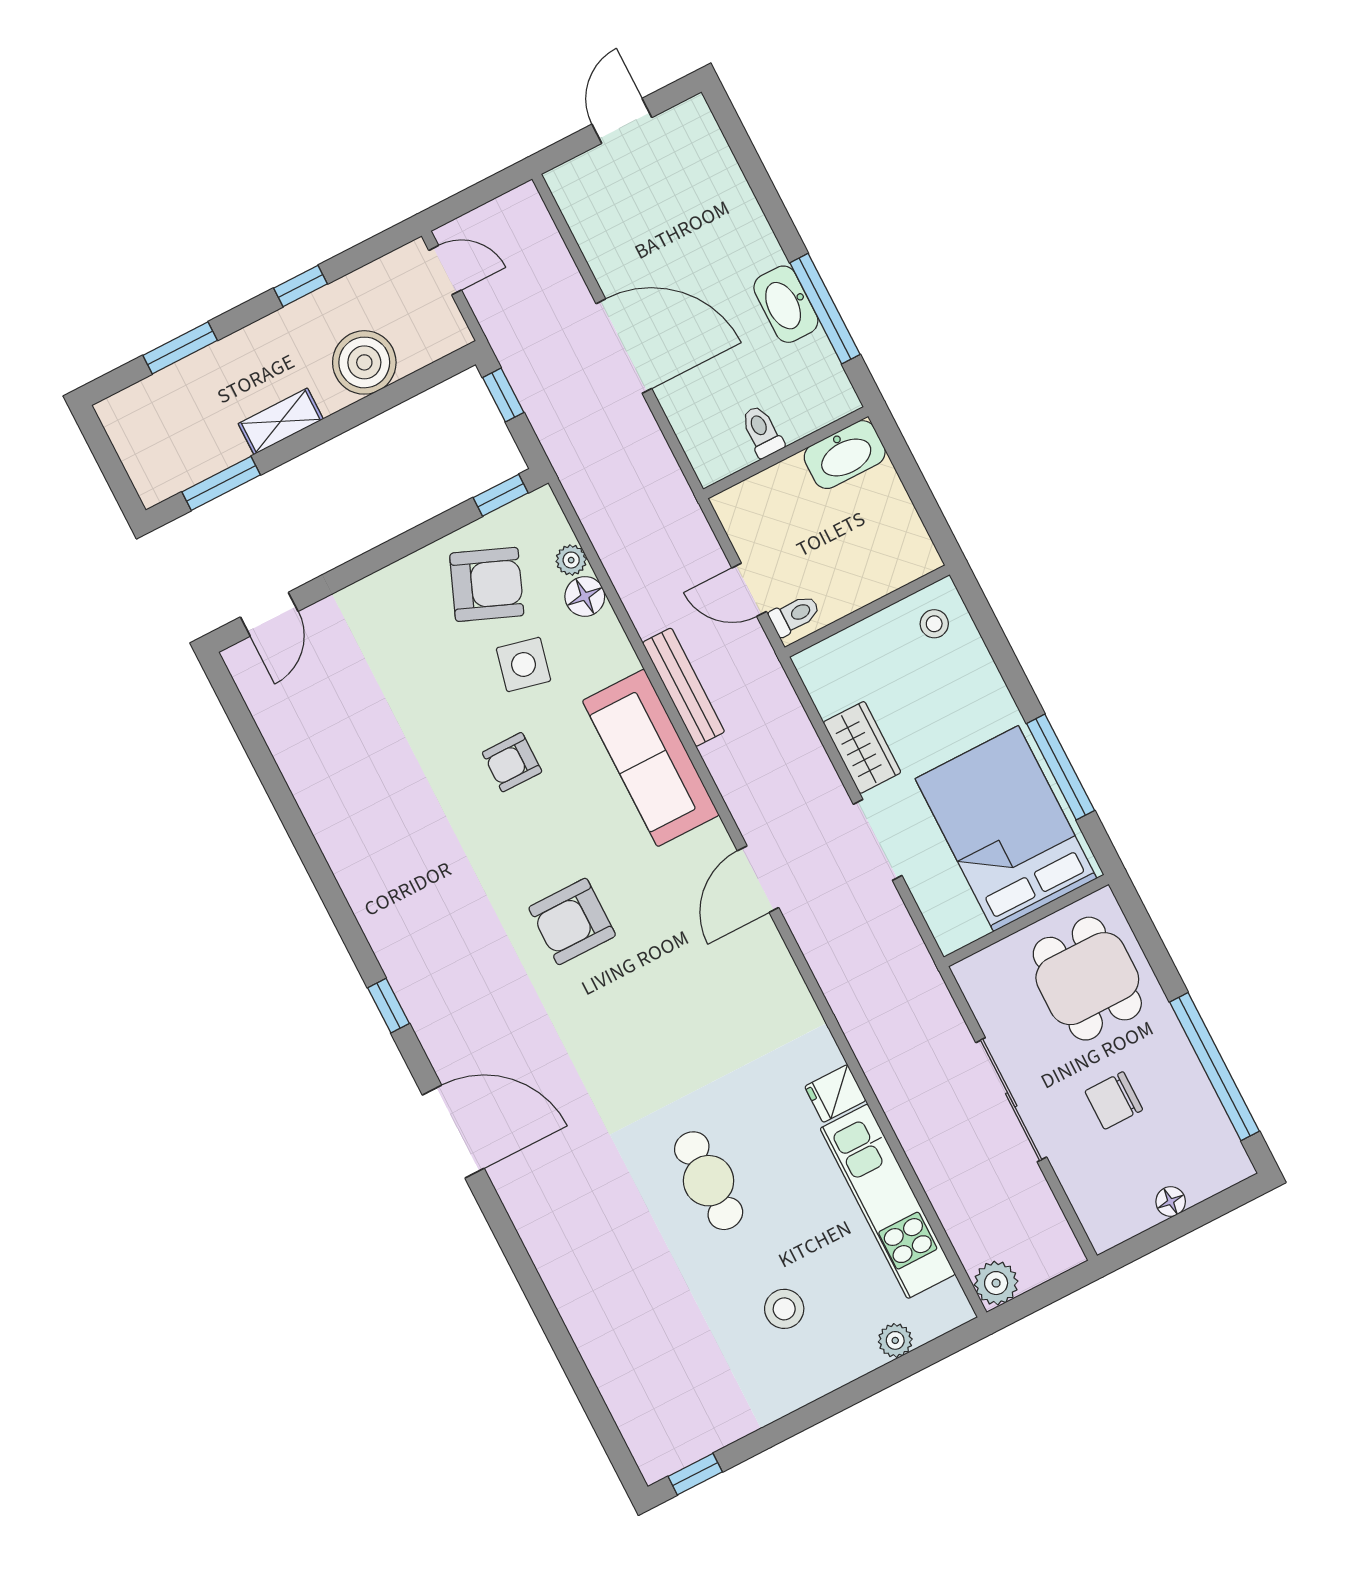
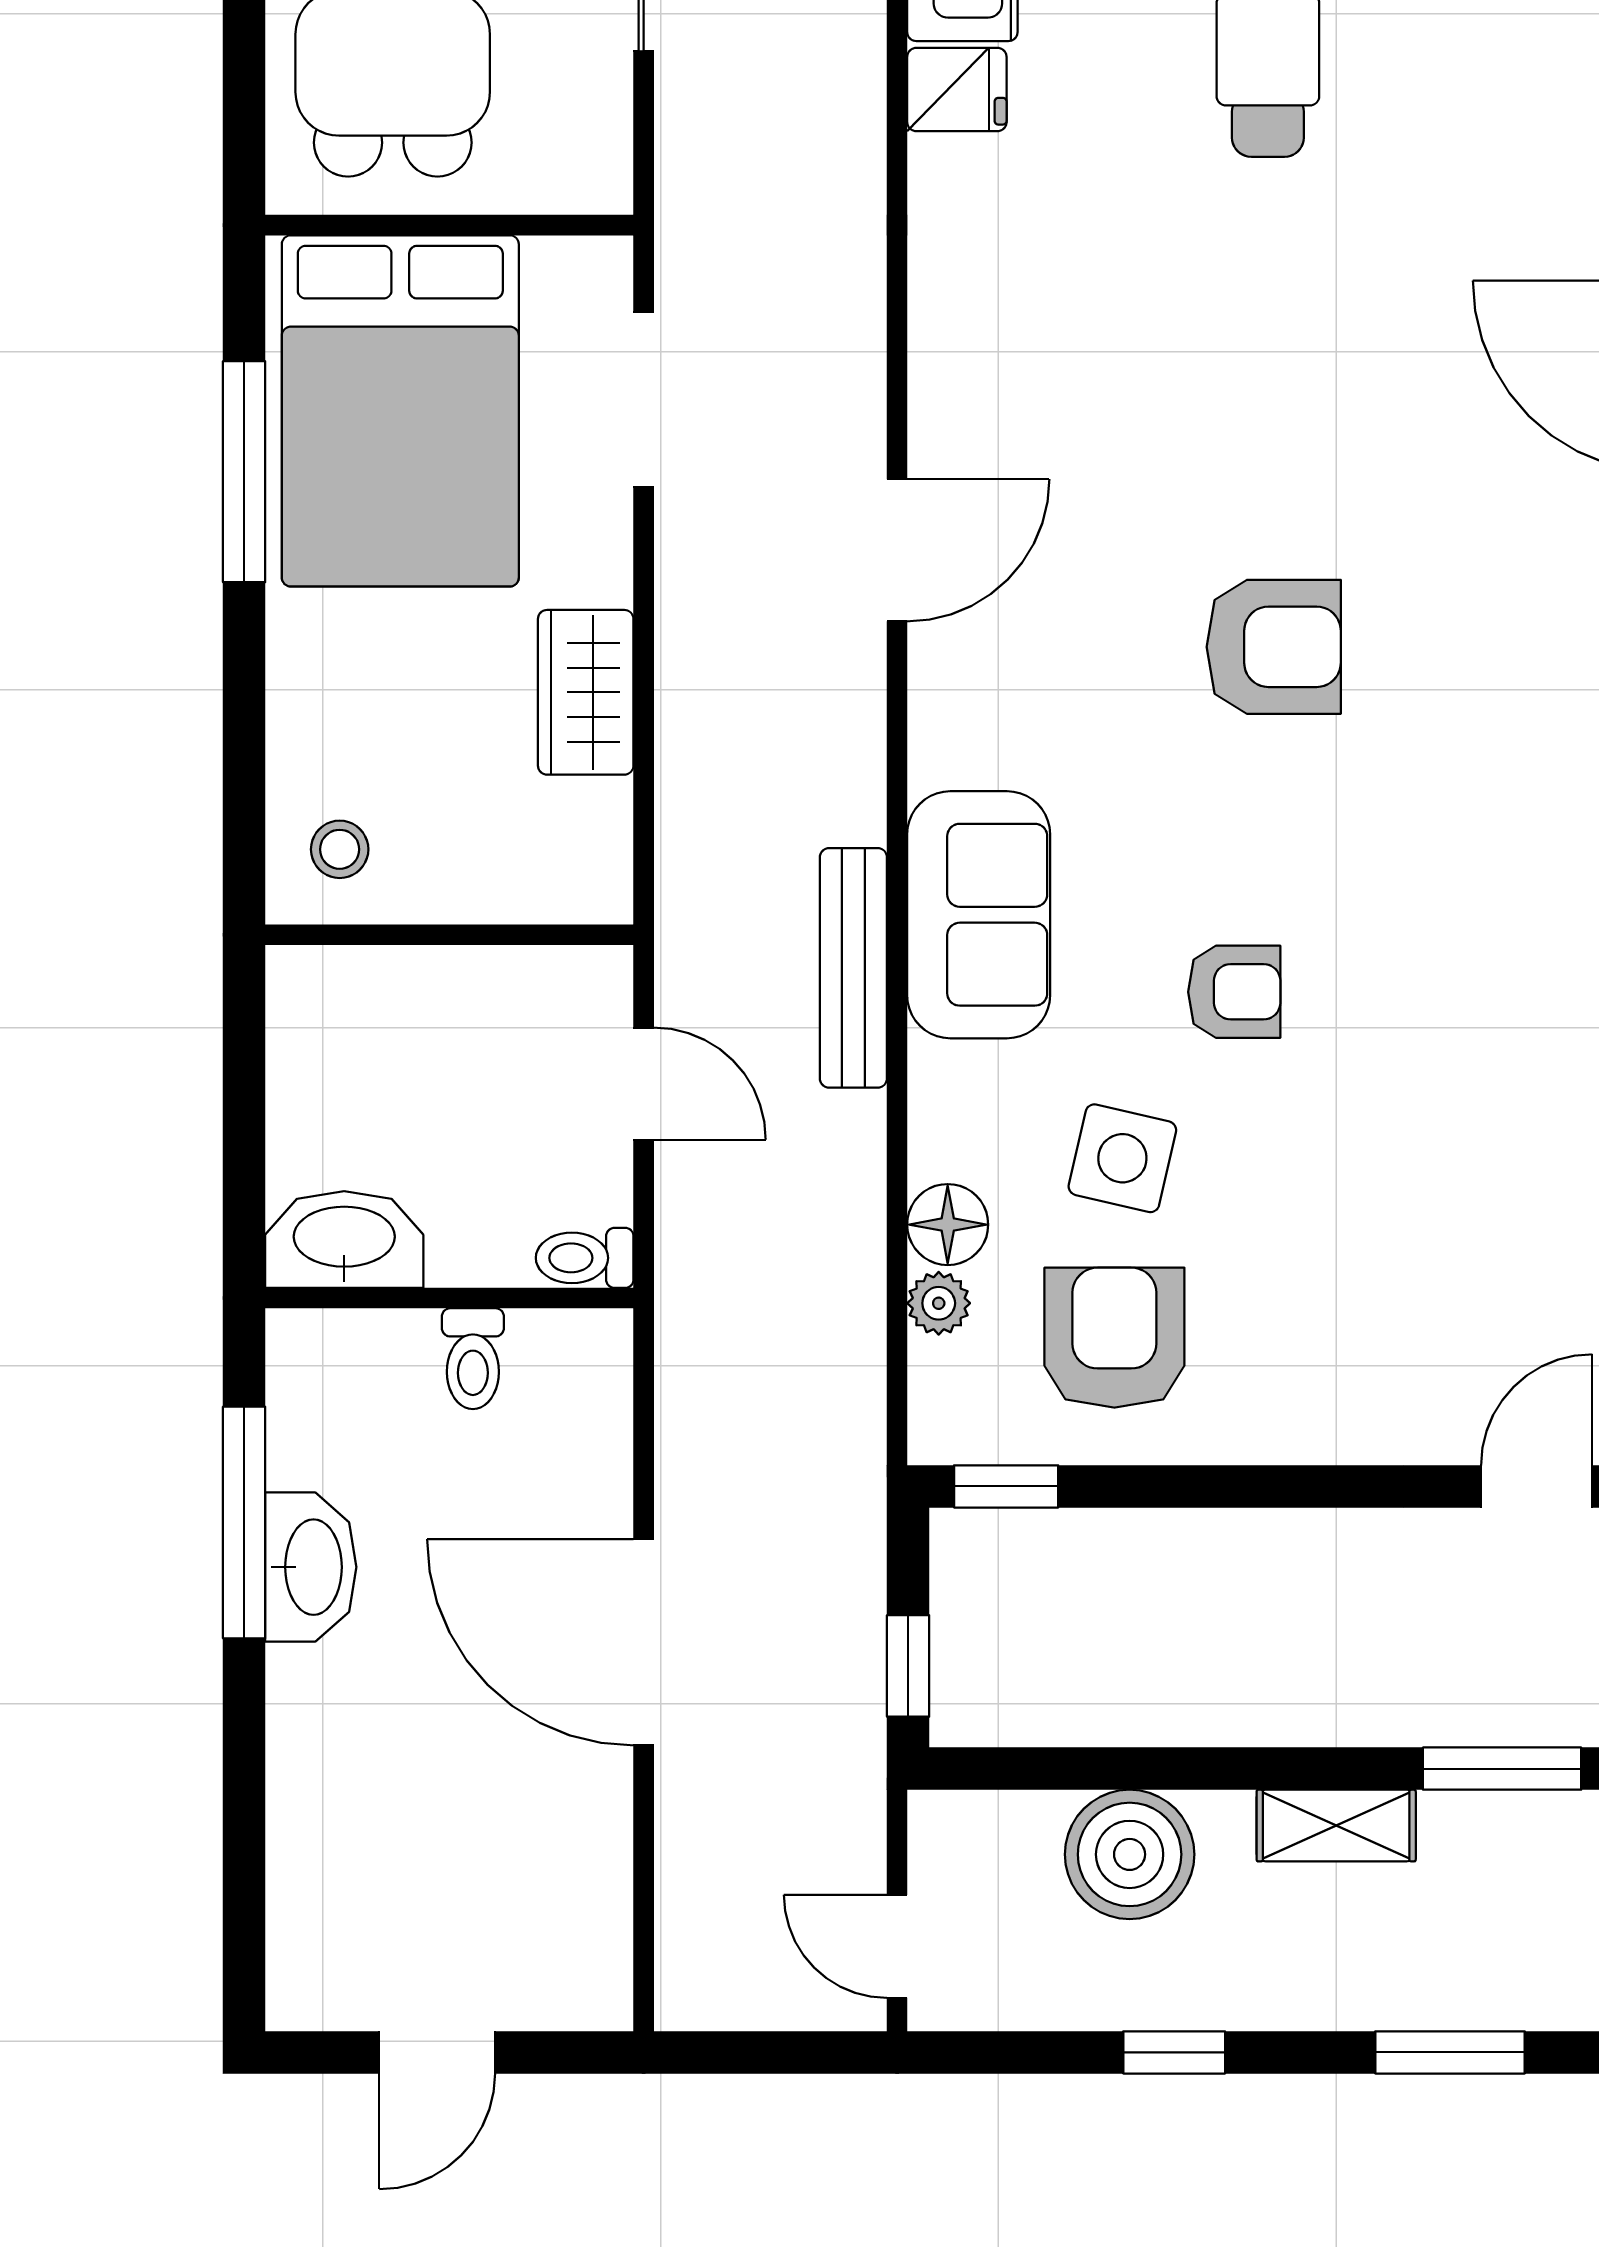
armchair: (487, 584) -> (1114, 1338), turned 68
toilet: (795, 615) -> (585, 1258), moved
sofa: (651, 758) -> (979, 915), width x0.73
doorway: (878, 840) -> (644, 400), moved

